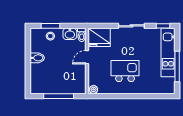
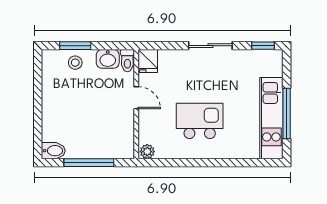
fridge: (99, 37) -> (148, 61), width x0.53, depth x0.75
kitchen unit: (168, 53) -> (271, 118), moved
door: (87, 57) -> (136, 98), swing flipped
bidet: (37, 58) -> (53, 151), moved

